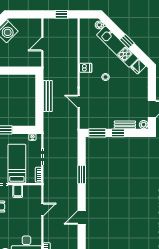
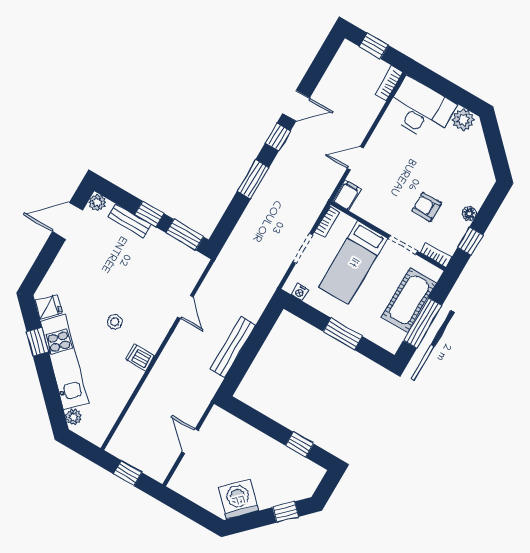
window: (127, 41) -> (37, 342), moved
door: (42, 44) -> (190, 441), swing flipped
filing cabinet: (18, 191) -> (347, 195), moved
window: (82, 199) -> (278, 137), added

